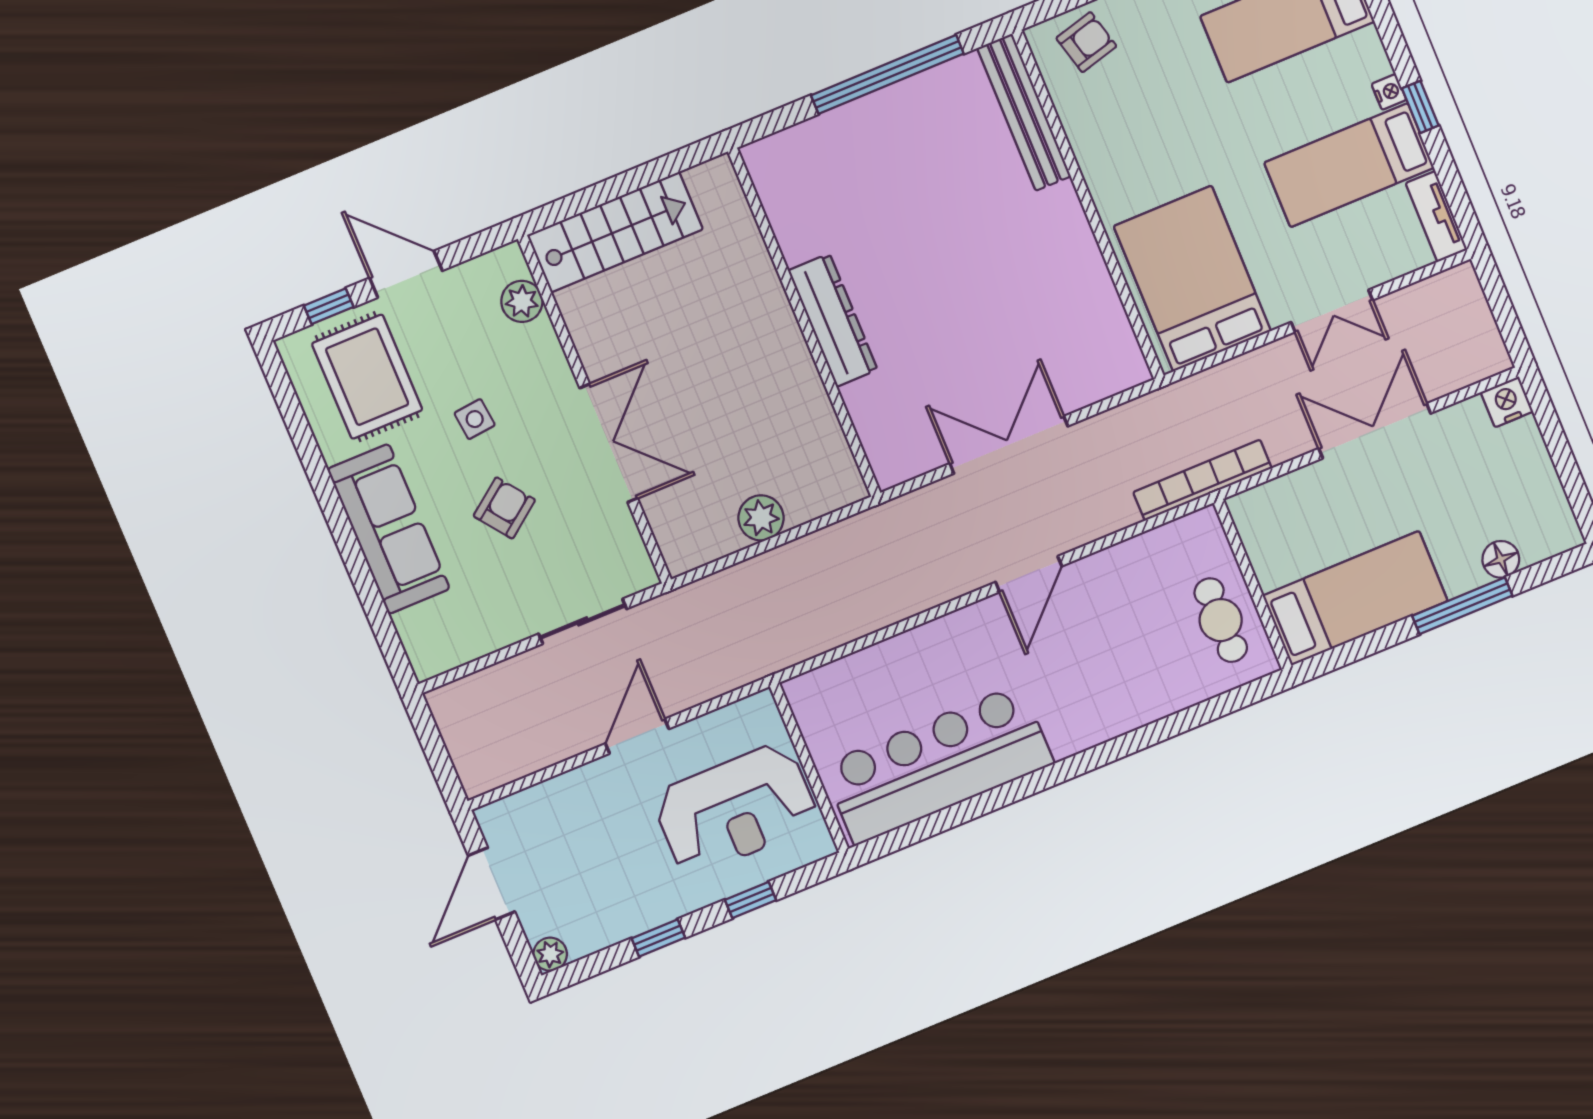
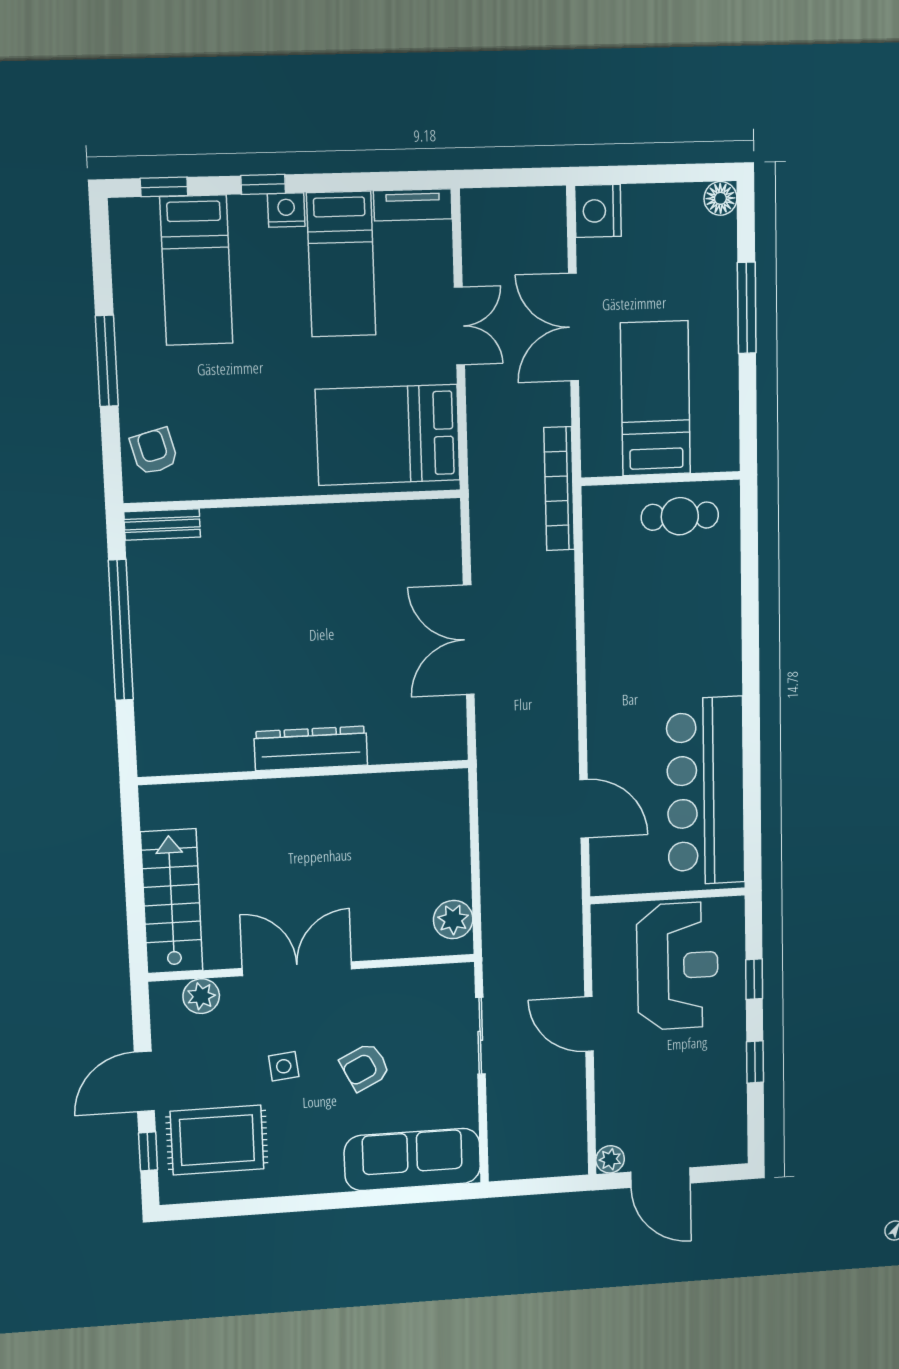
nightstand: (1389, 92) -> (286, 210), width x1.39, depth x1.35
window: (1420, 107) -> (263, 184), moved
bench: (1024, 112) -> (162, 524), width x0.54, depth x0.82
nightstand: (1507, 402) -> (598, 211), width x1.36, depth x1.33
double door: (609, 443) -> (297, 969), moved
armchair: (504, 508) -> (365, 1067), turned -79
plant: (761, 518) -> (453, 920), moved
sofa: (389, 529) -> (412, 1159), moved
floor lamp: (1501, 559) -> (720, 198), moved
door: (1029, 574) -> (584, 809), moved
bed: (1355, 598) -> (655, 398), moved
plant: (550, 954) -> (610, 1159), moved

